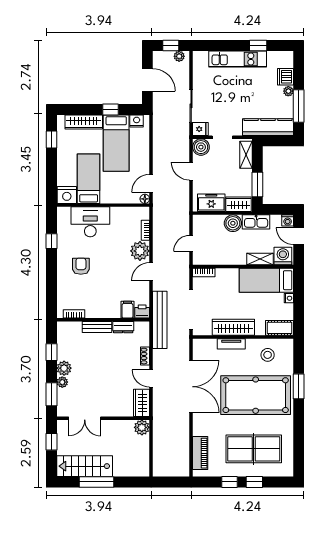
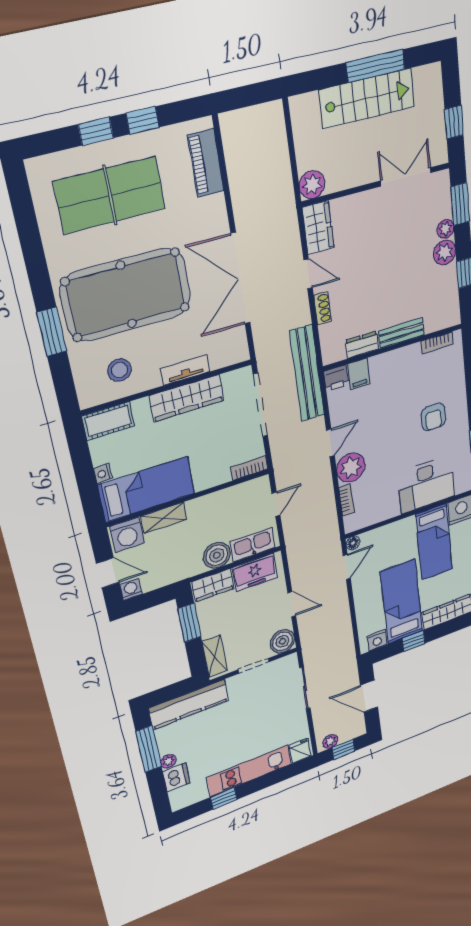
fridge: (200, 129) -> (300, 751), moved, turned 90
kitchen sink: (256, 222) -> (253, 545), moved
stairs: (85, 466) -> (367, 98), moved

